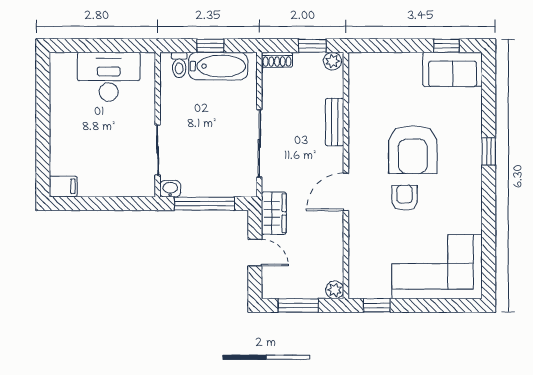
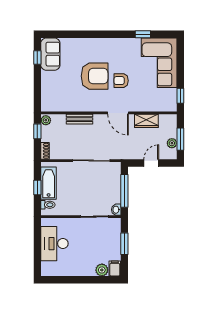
window: (489, 151) -> (143, 34), moved
plant: (61, 163) -> (102, 270), added
window: (108, 204) -> (124, 244), added
wardrobe: (274, 213) -> (146, 121), moved, turned 180
plant: (335, 290) -> (172, 143), moved

